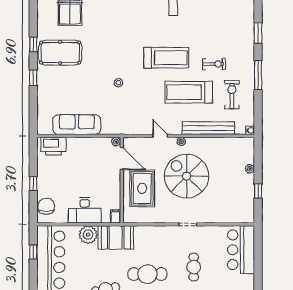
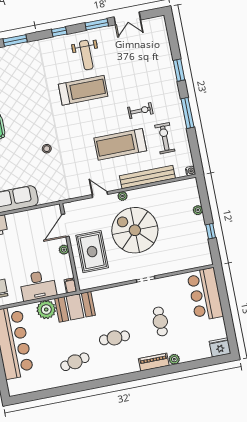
treadmill: (166, 58) -> (83, 90), moved
plant: (116, 142) -> (64, 250), moved
door: (122, 159) -> (65, 225), swing flipped
cafe table: (147, 274) -> (114, 338), width x0.73, depth x0.74

